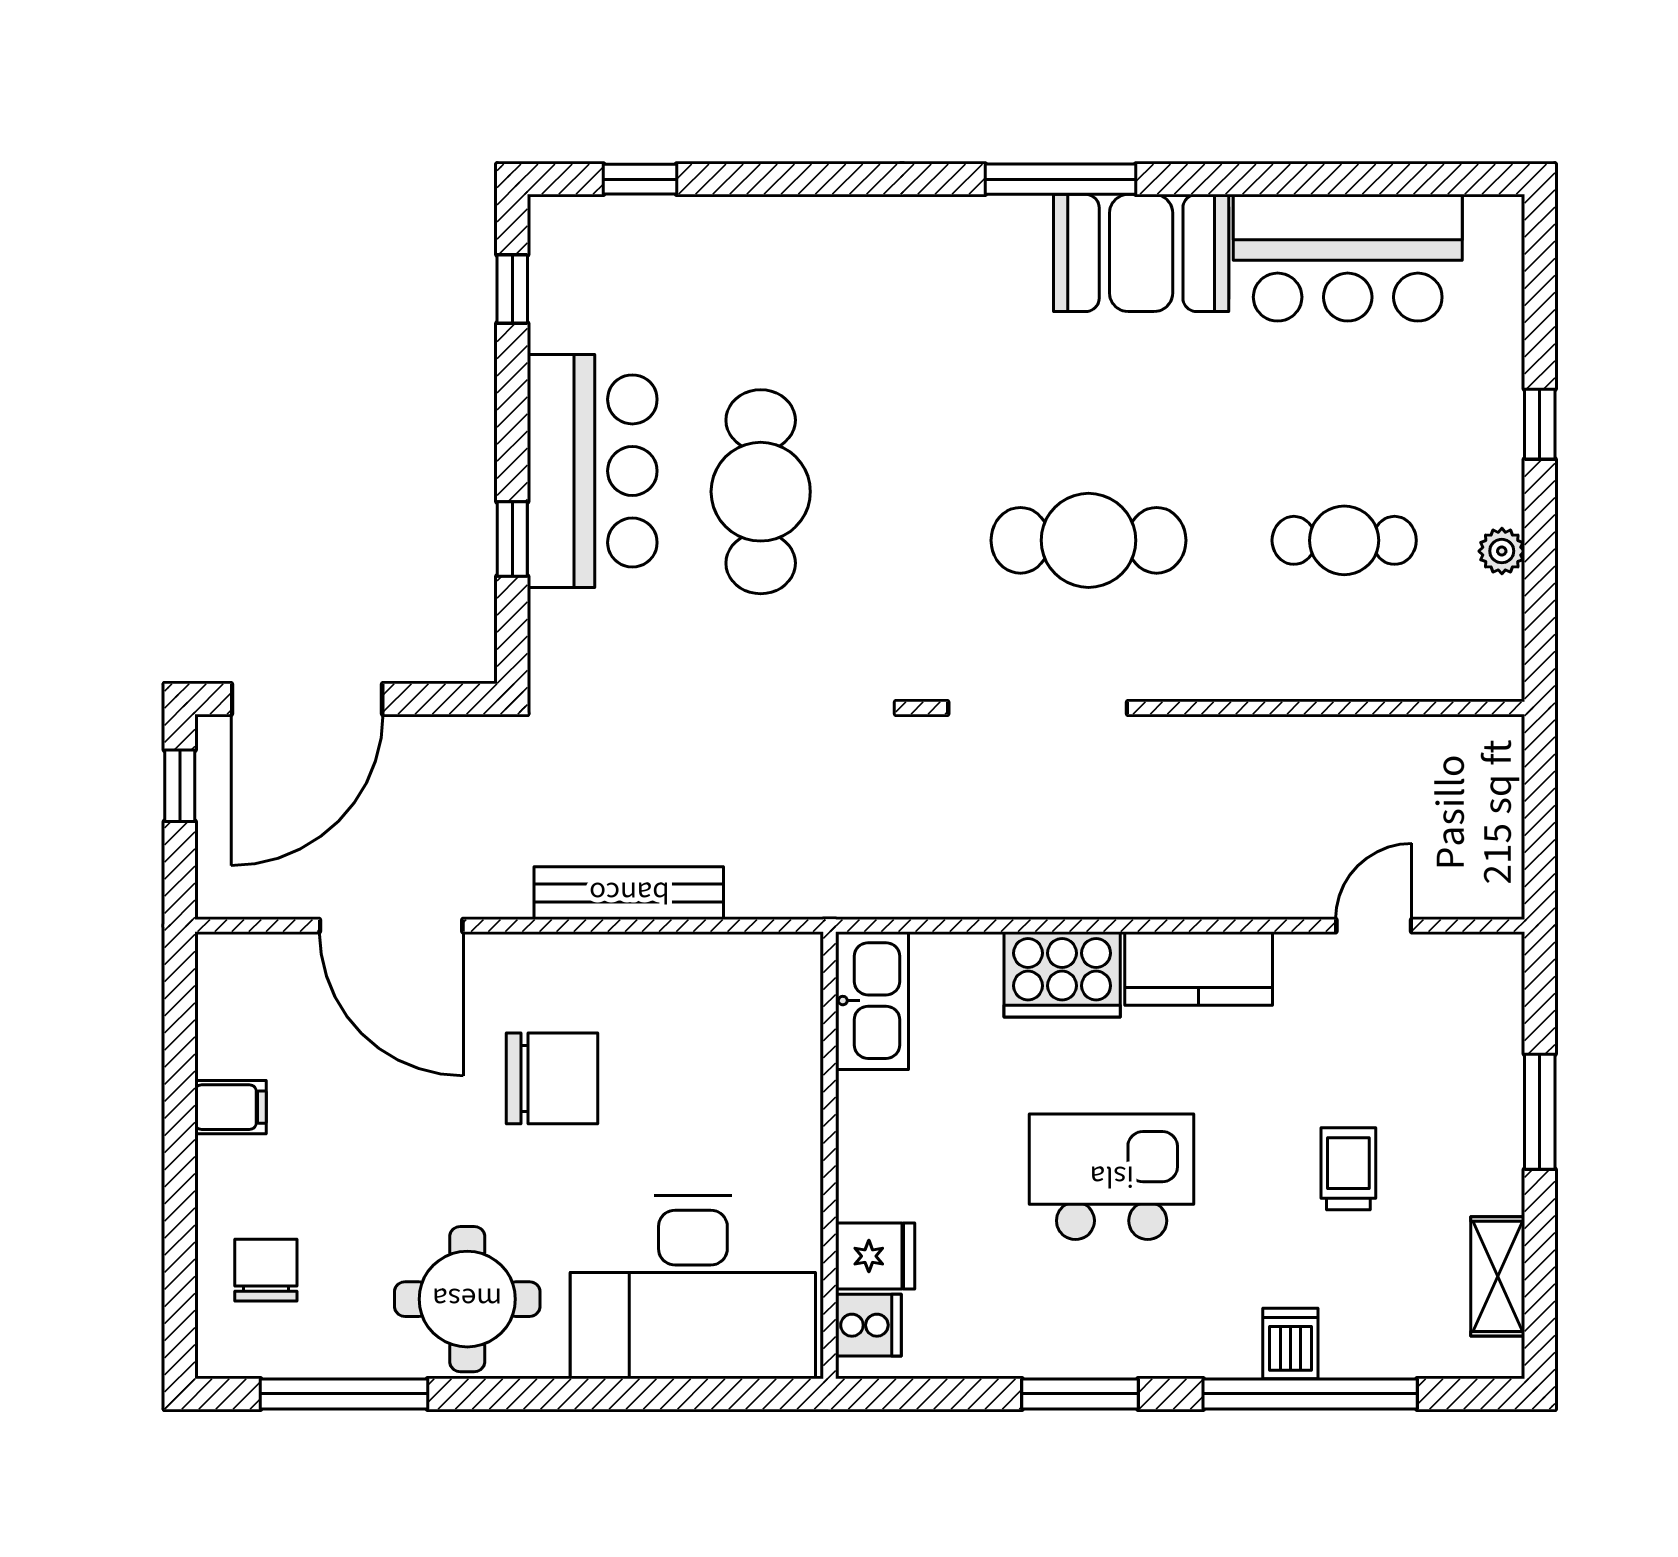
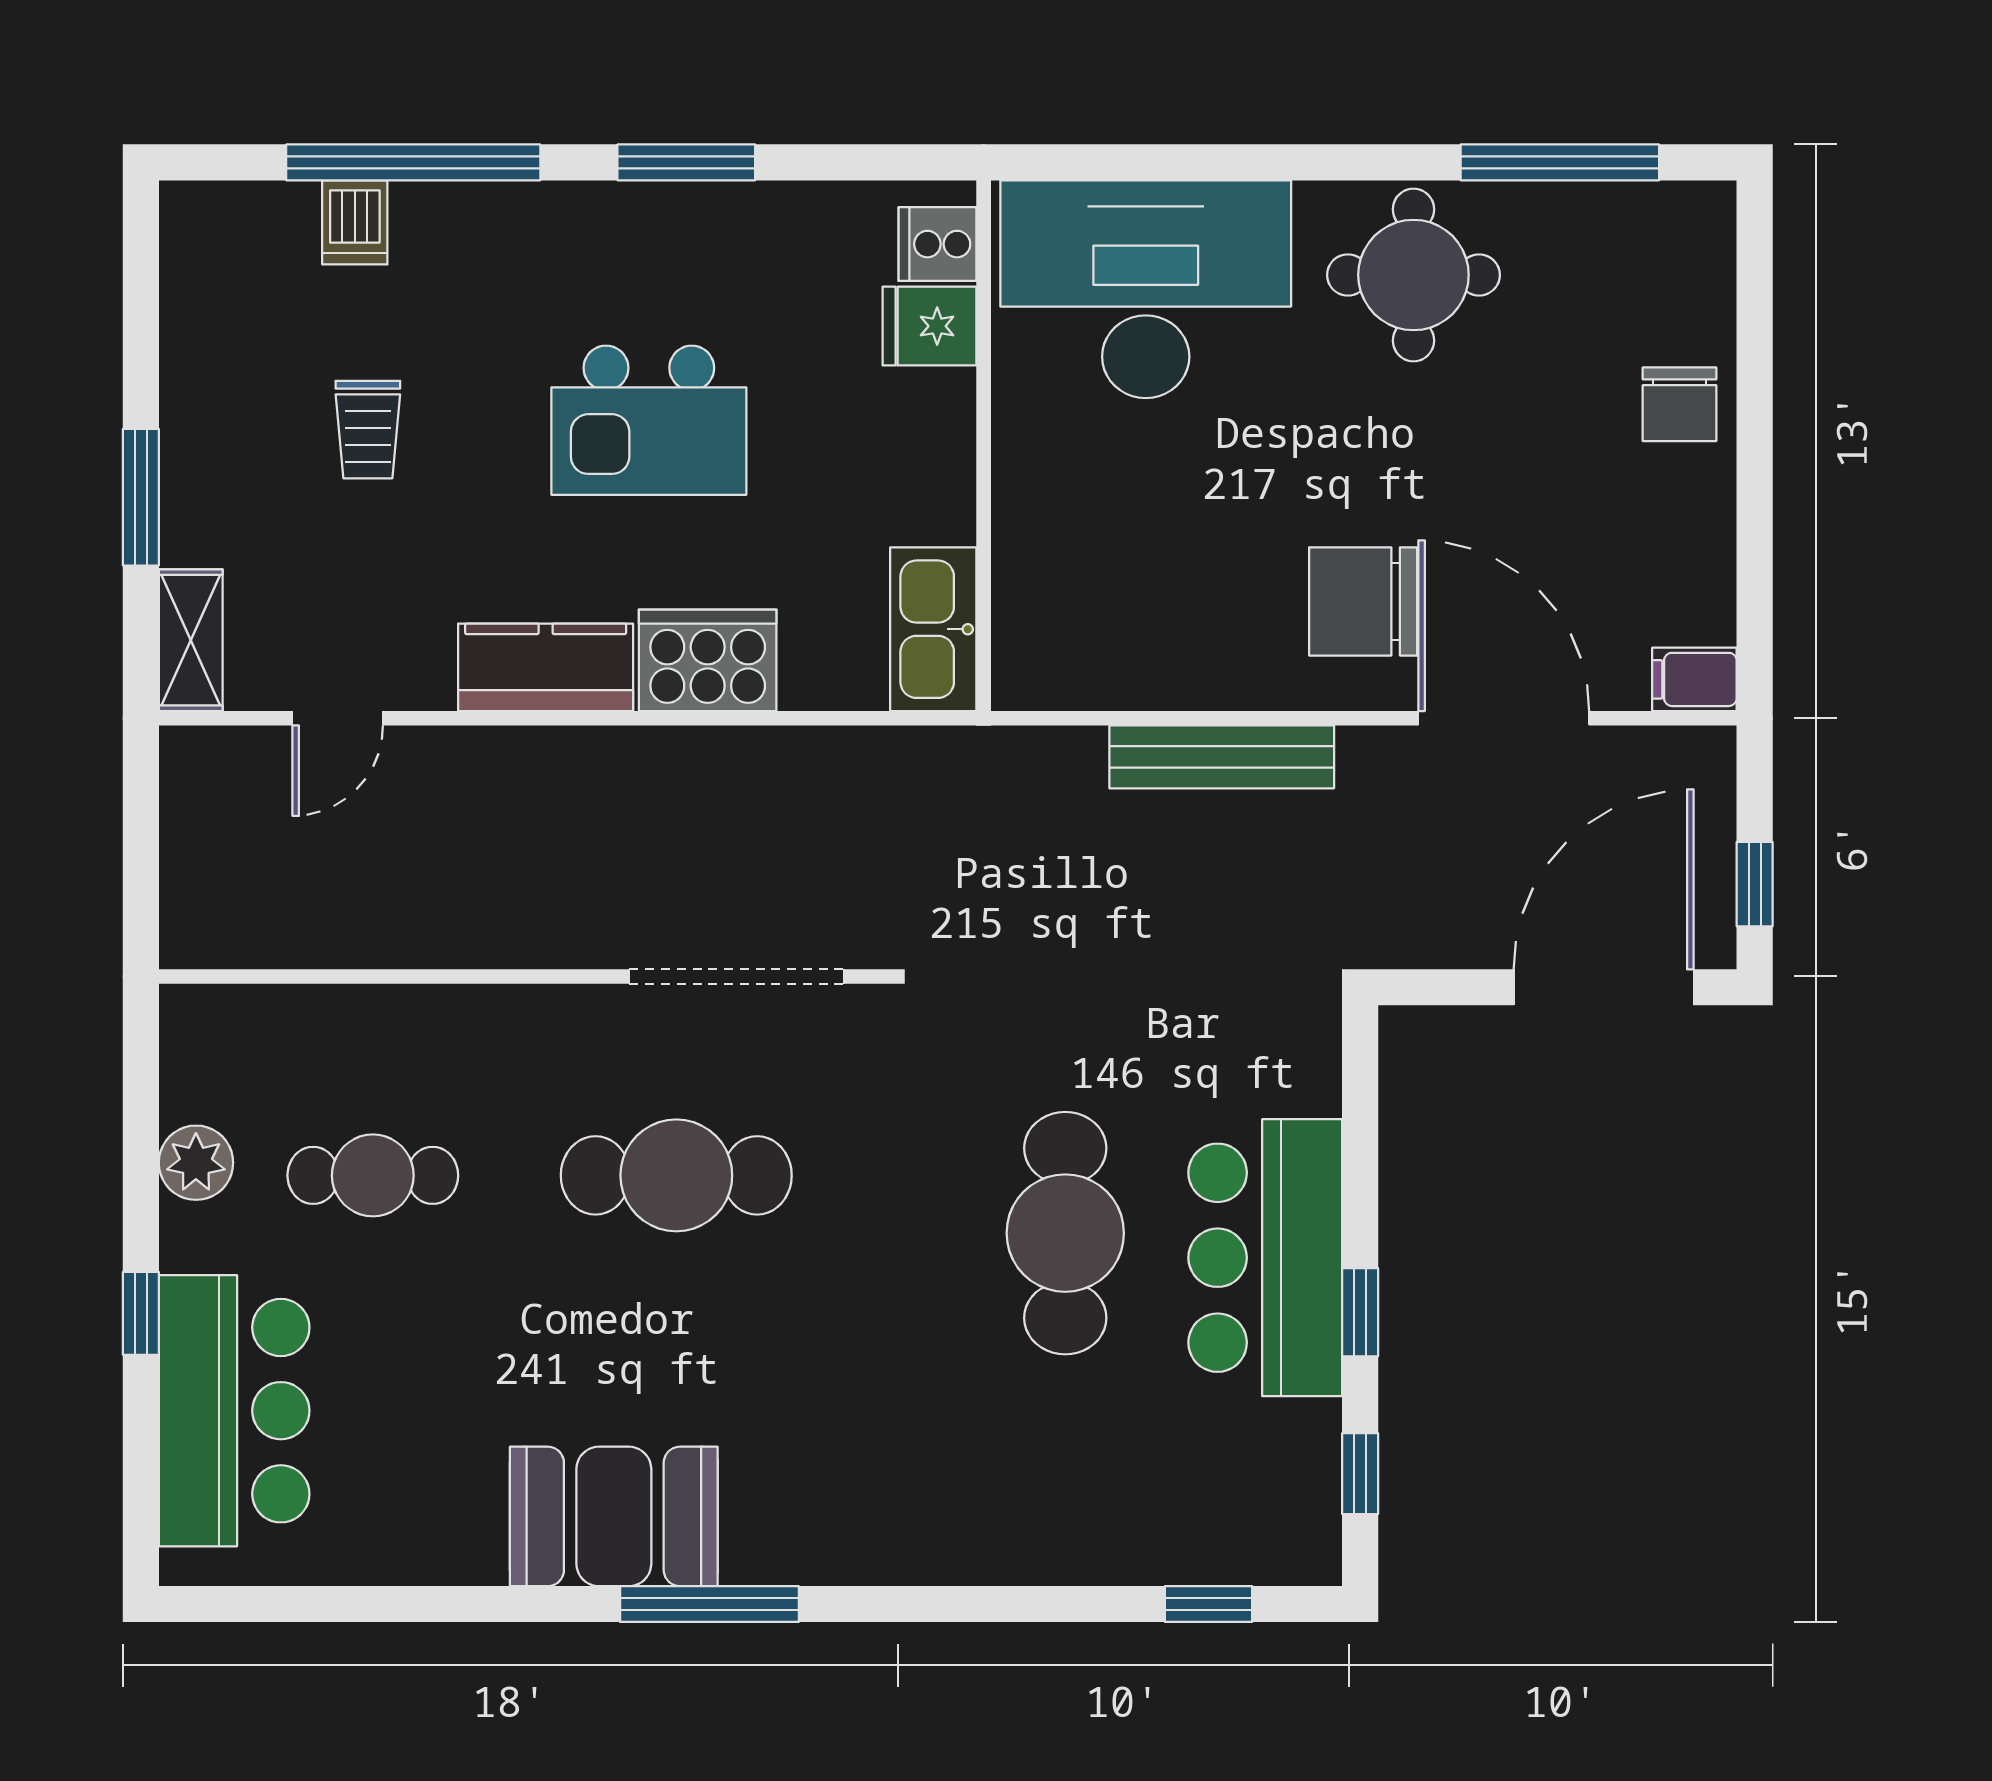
bar counter: (1348, 258) -> (234, 1411), moved, turned 90
window: (512, 539) -> (1360, 1312), moved
plant: (1502, 551) -> (196, 1163), width x1.38, depth x1.38
chair: (552, 1078) -> (1363, 601), moved
filing cabinet: (230, 1107) -> (1694, 679), moved
chair: (266, 1270) -> (1680, 404), moved
shelving: (1498, 1276) -> (191, 640), moved
dishwasher: (1290, 1343) -> (355, 222), moved

